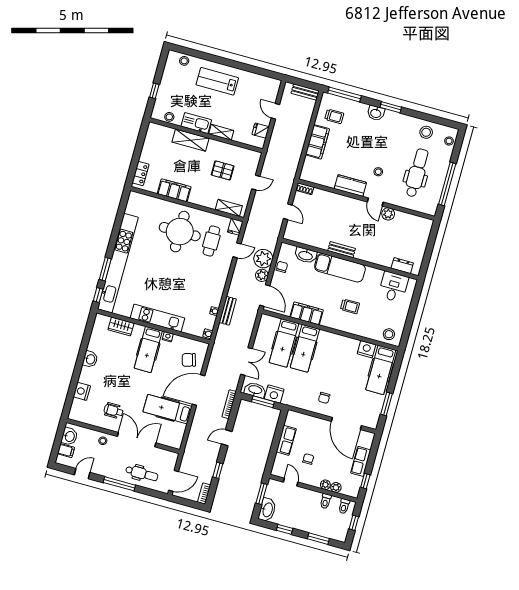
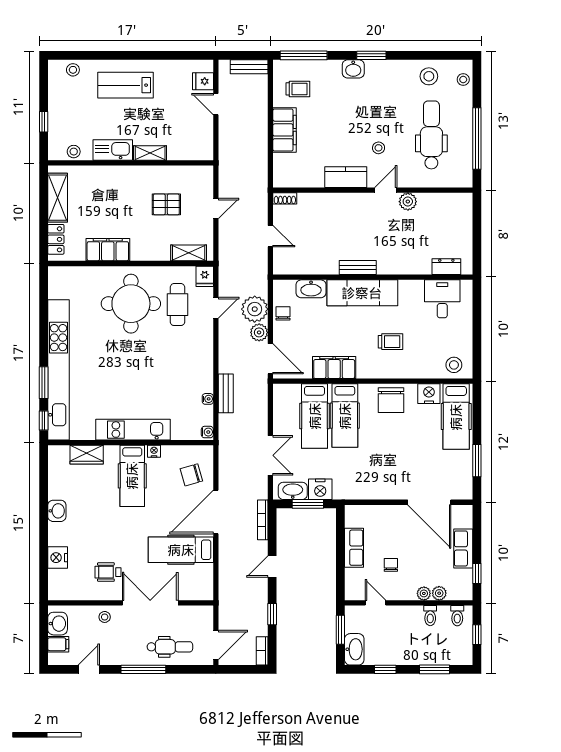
fridge: (261, 131) -> (203, 81), moved
shelving: (190, 140) -> (58, 198), moved, turned 90
door: (375, 202) -> (386, 190), swing flipped
chair: (324, 398) -> (391, 400), moved, width x1.87, depth x1.87

